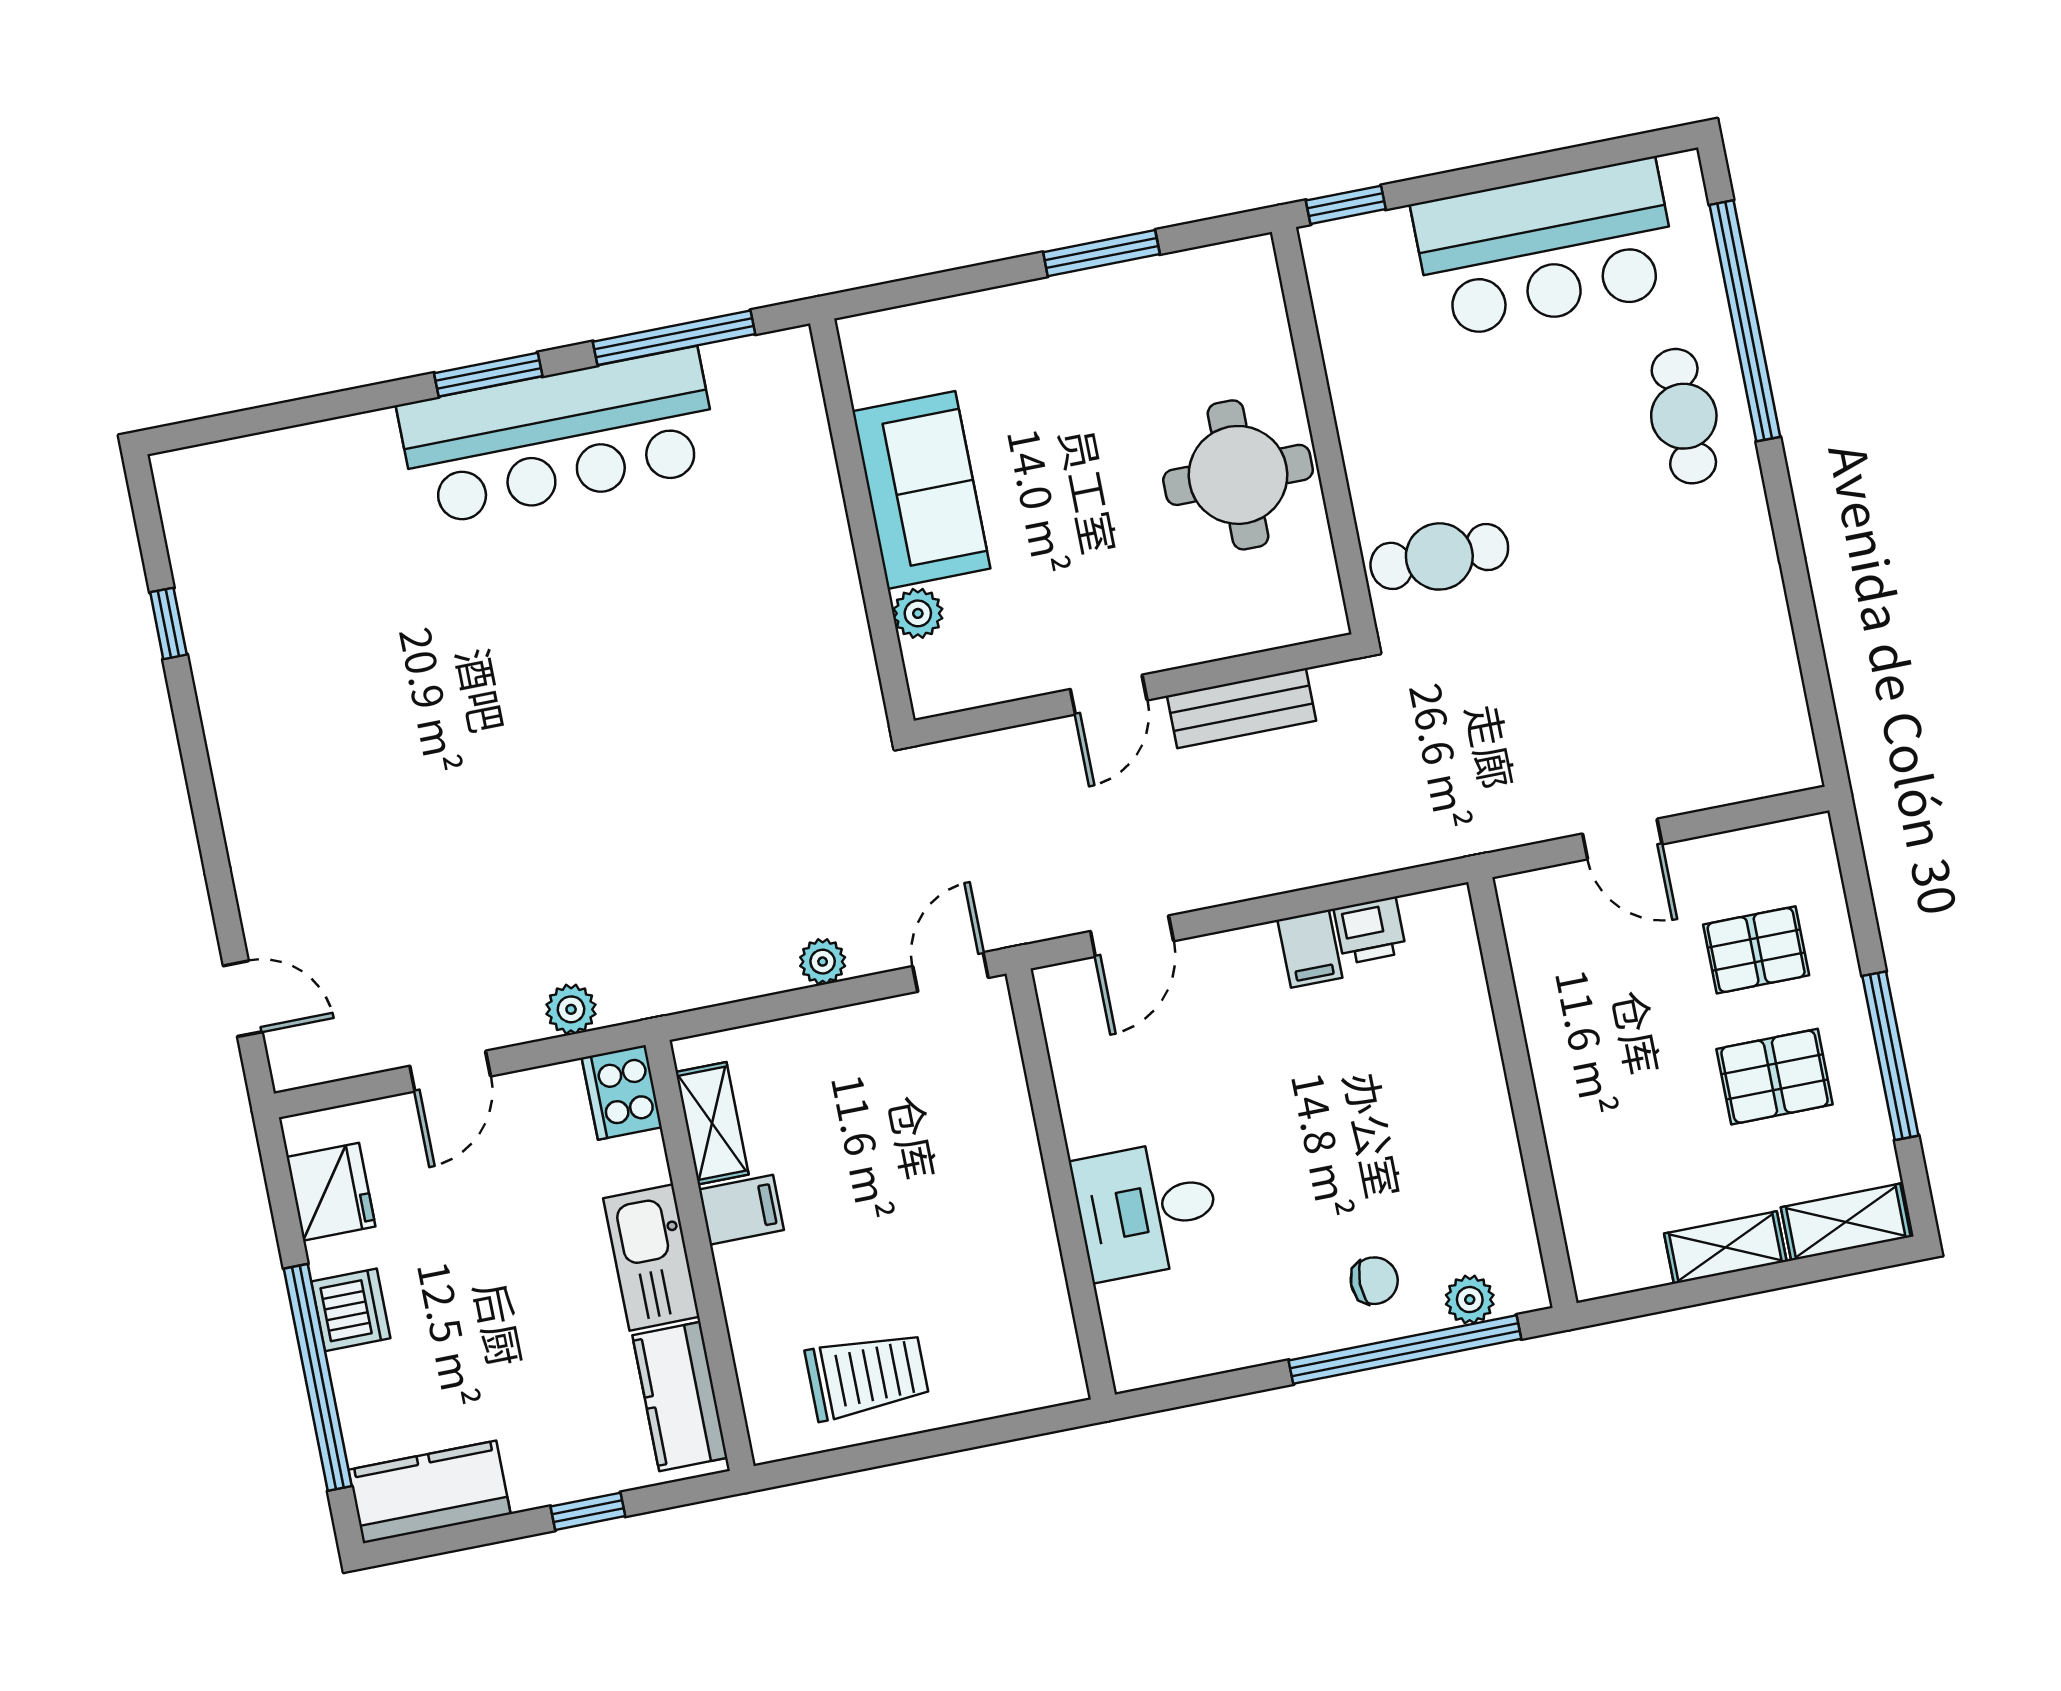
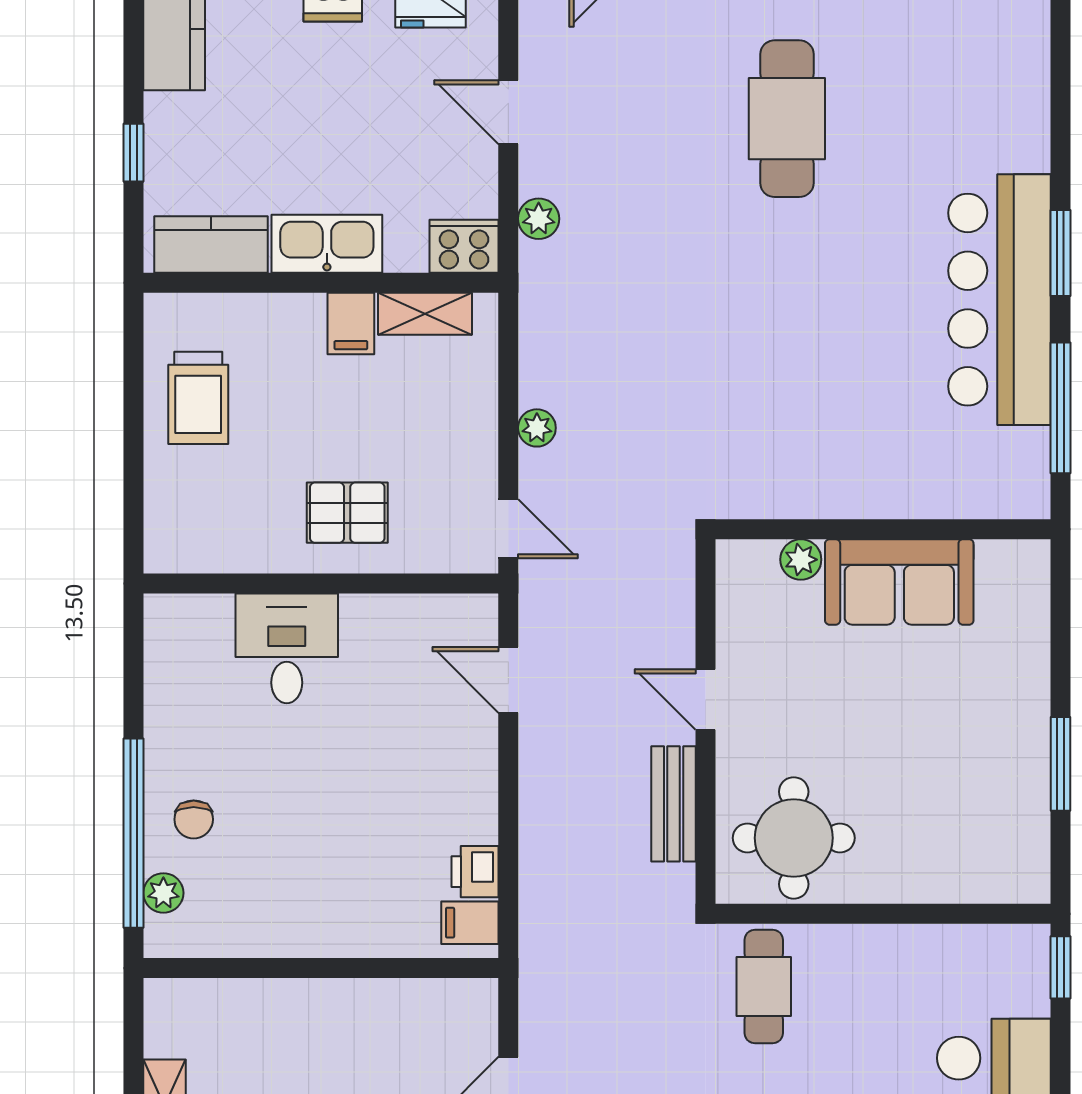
round table: (1238, 475) -> (794, 838), moved
cafe table: (392, 735) -> (787, 119), added
filing cabinet: (1310, 949) -> (470, 923), moved
pallet: (969, 1169) -> (347, 513), added

